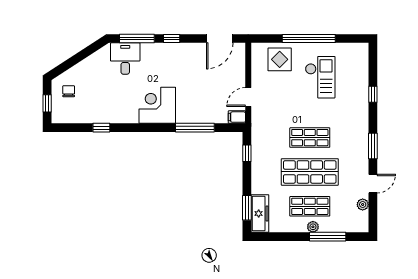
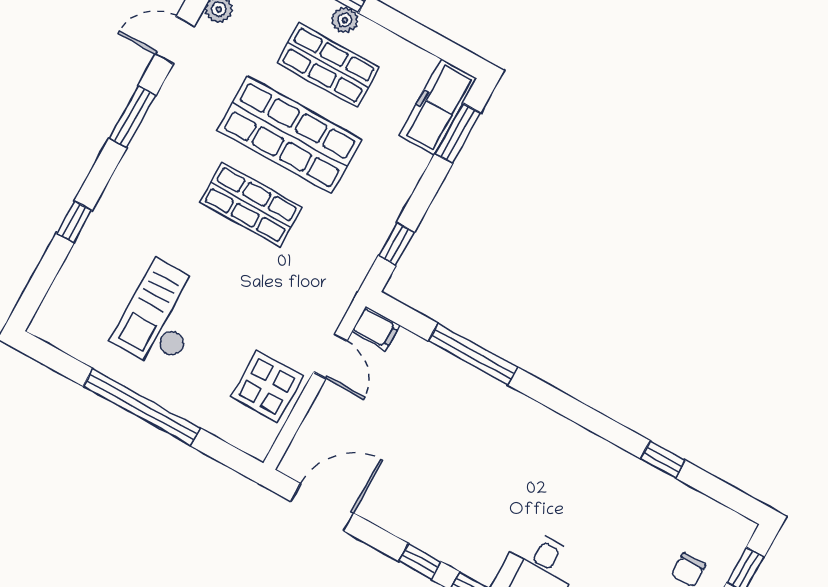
display table: (280, 59) -> (267, 386), moved
door: (248, 97) -> (330, 356), hinge flipped
corner desk: (157, 105) -> (524, 442), removed

